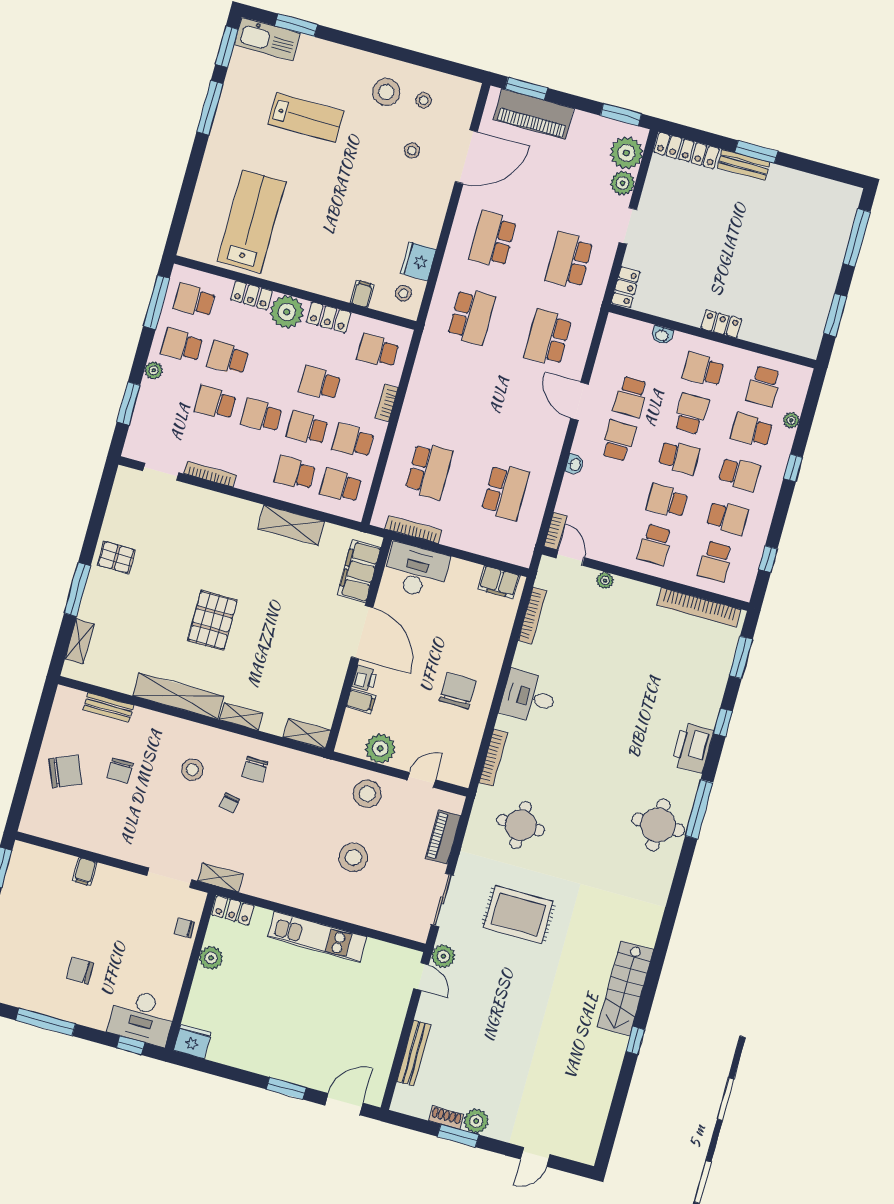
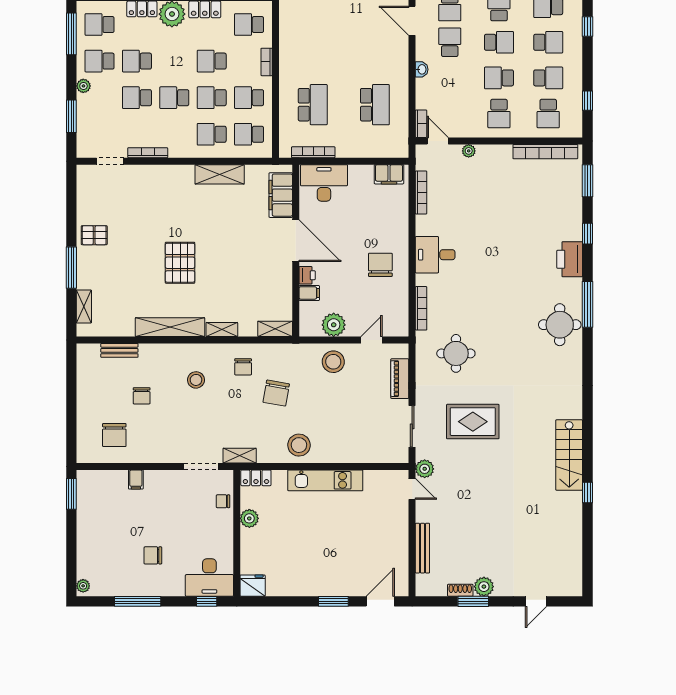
chair: (65, 771) -> (114, 435), moved, turned 113
chair: (229, 803) -> (276, 393), moved, width x1.87, depth x1.87
stool: (353, 858) -> (299, 445), moved

